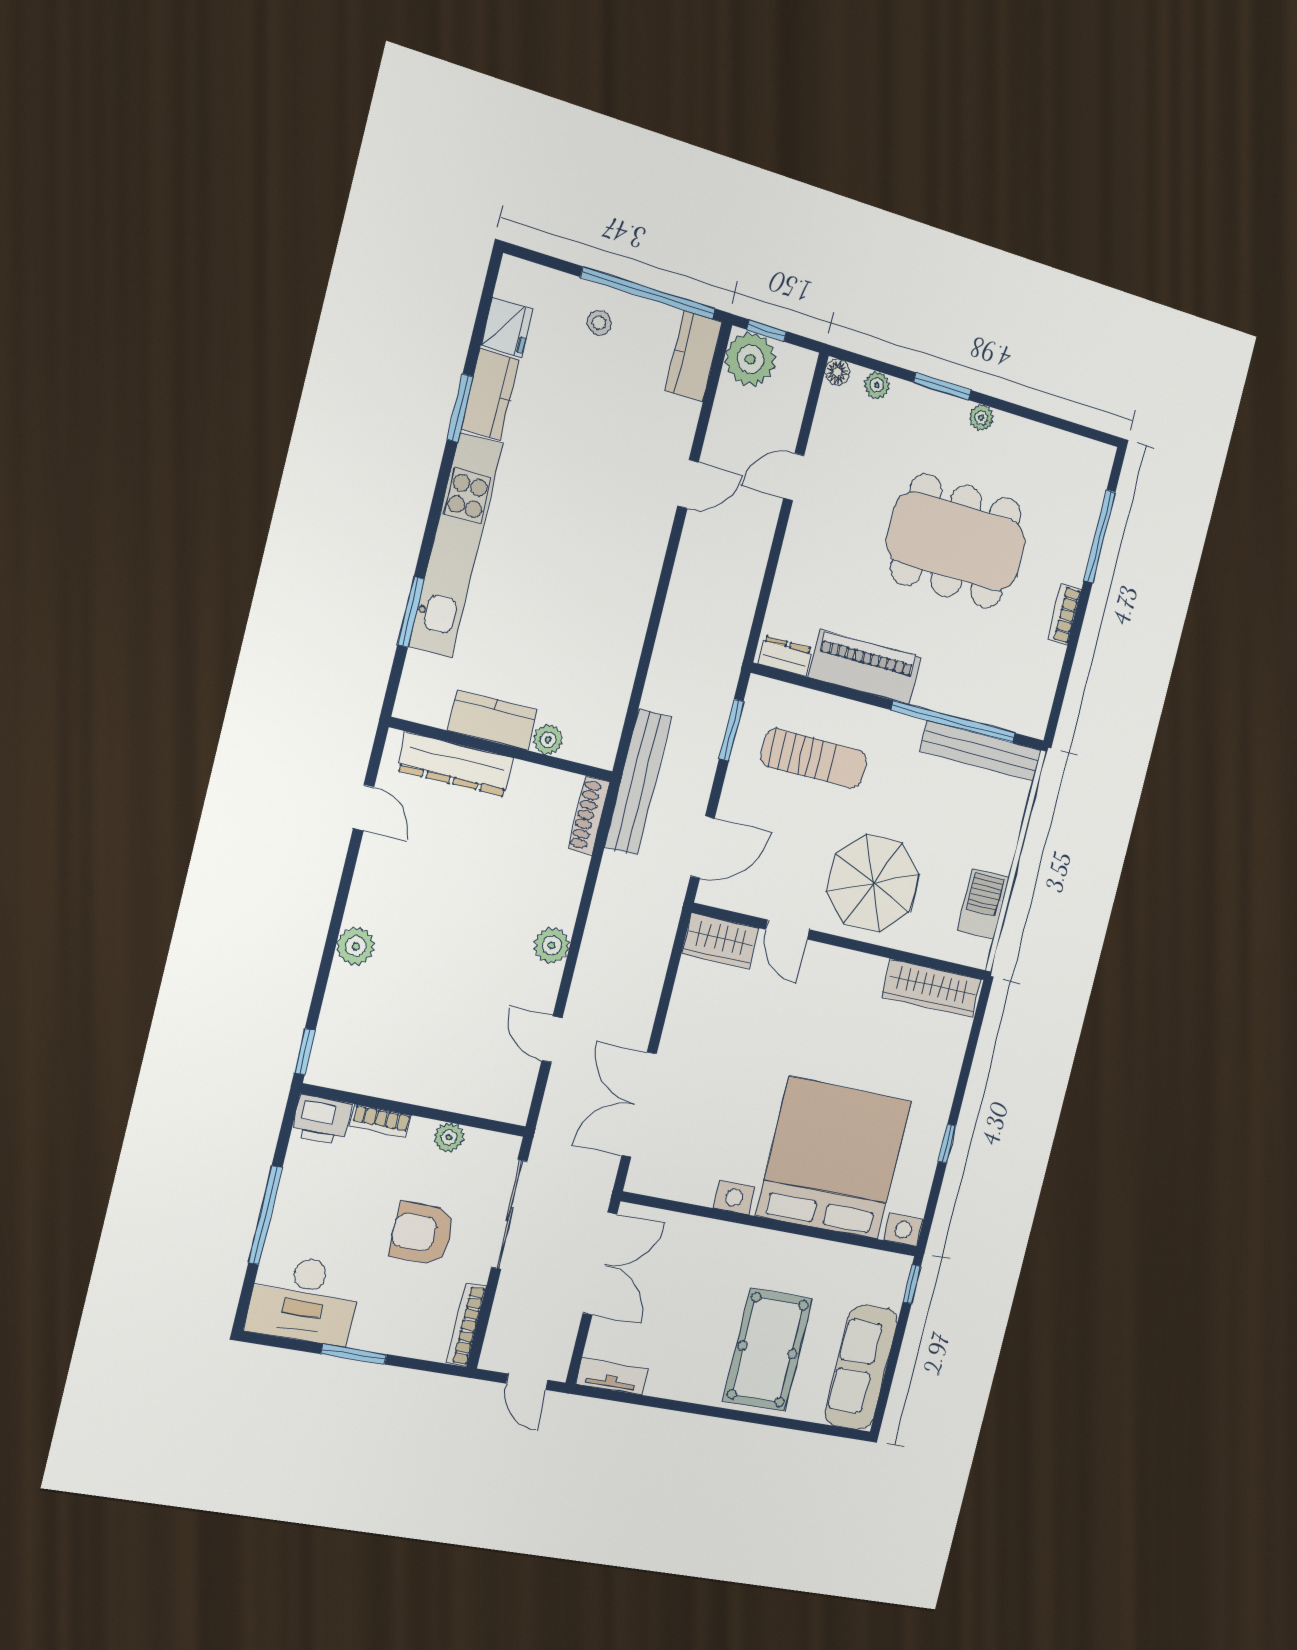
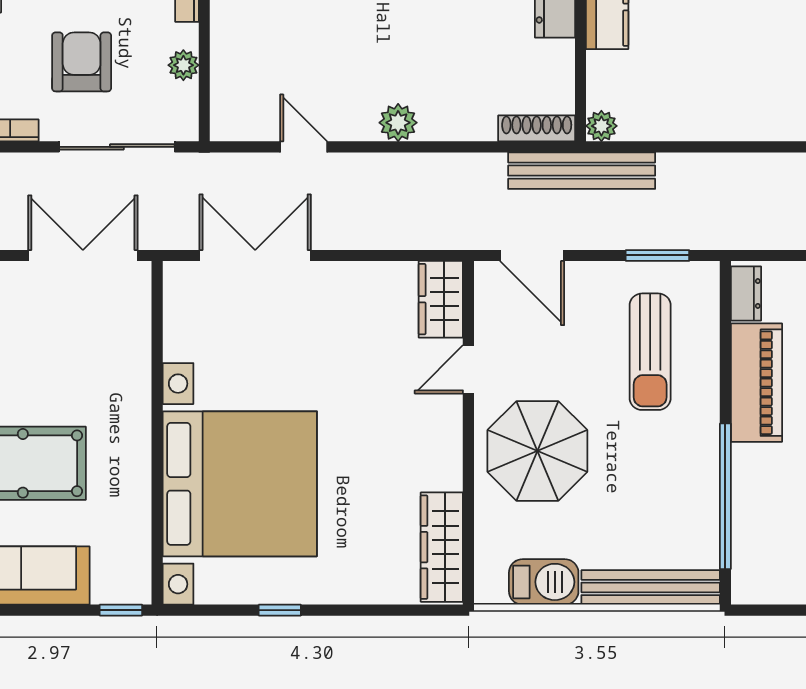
plant: (548, 740) -> (601, 126), moved
bench: (981, 751) -> (651, 587), moved, turned 90
door: (552, 1039) -> (304, 147), hinge flipped
double door: (600, 1264) -> (83, 255), swing flipped

